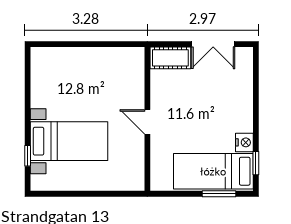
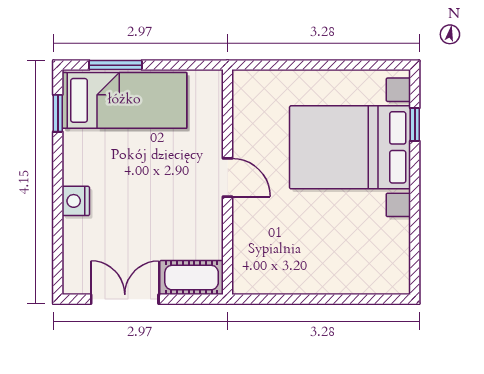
bed with nightstands: (69, 141) -> (350, 147), width x1.36
nightstand: (244, 142) -> (76, 201), moved

